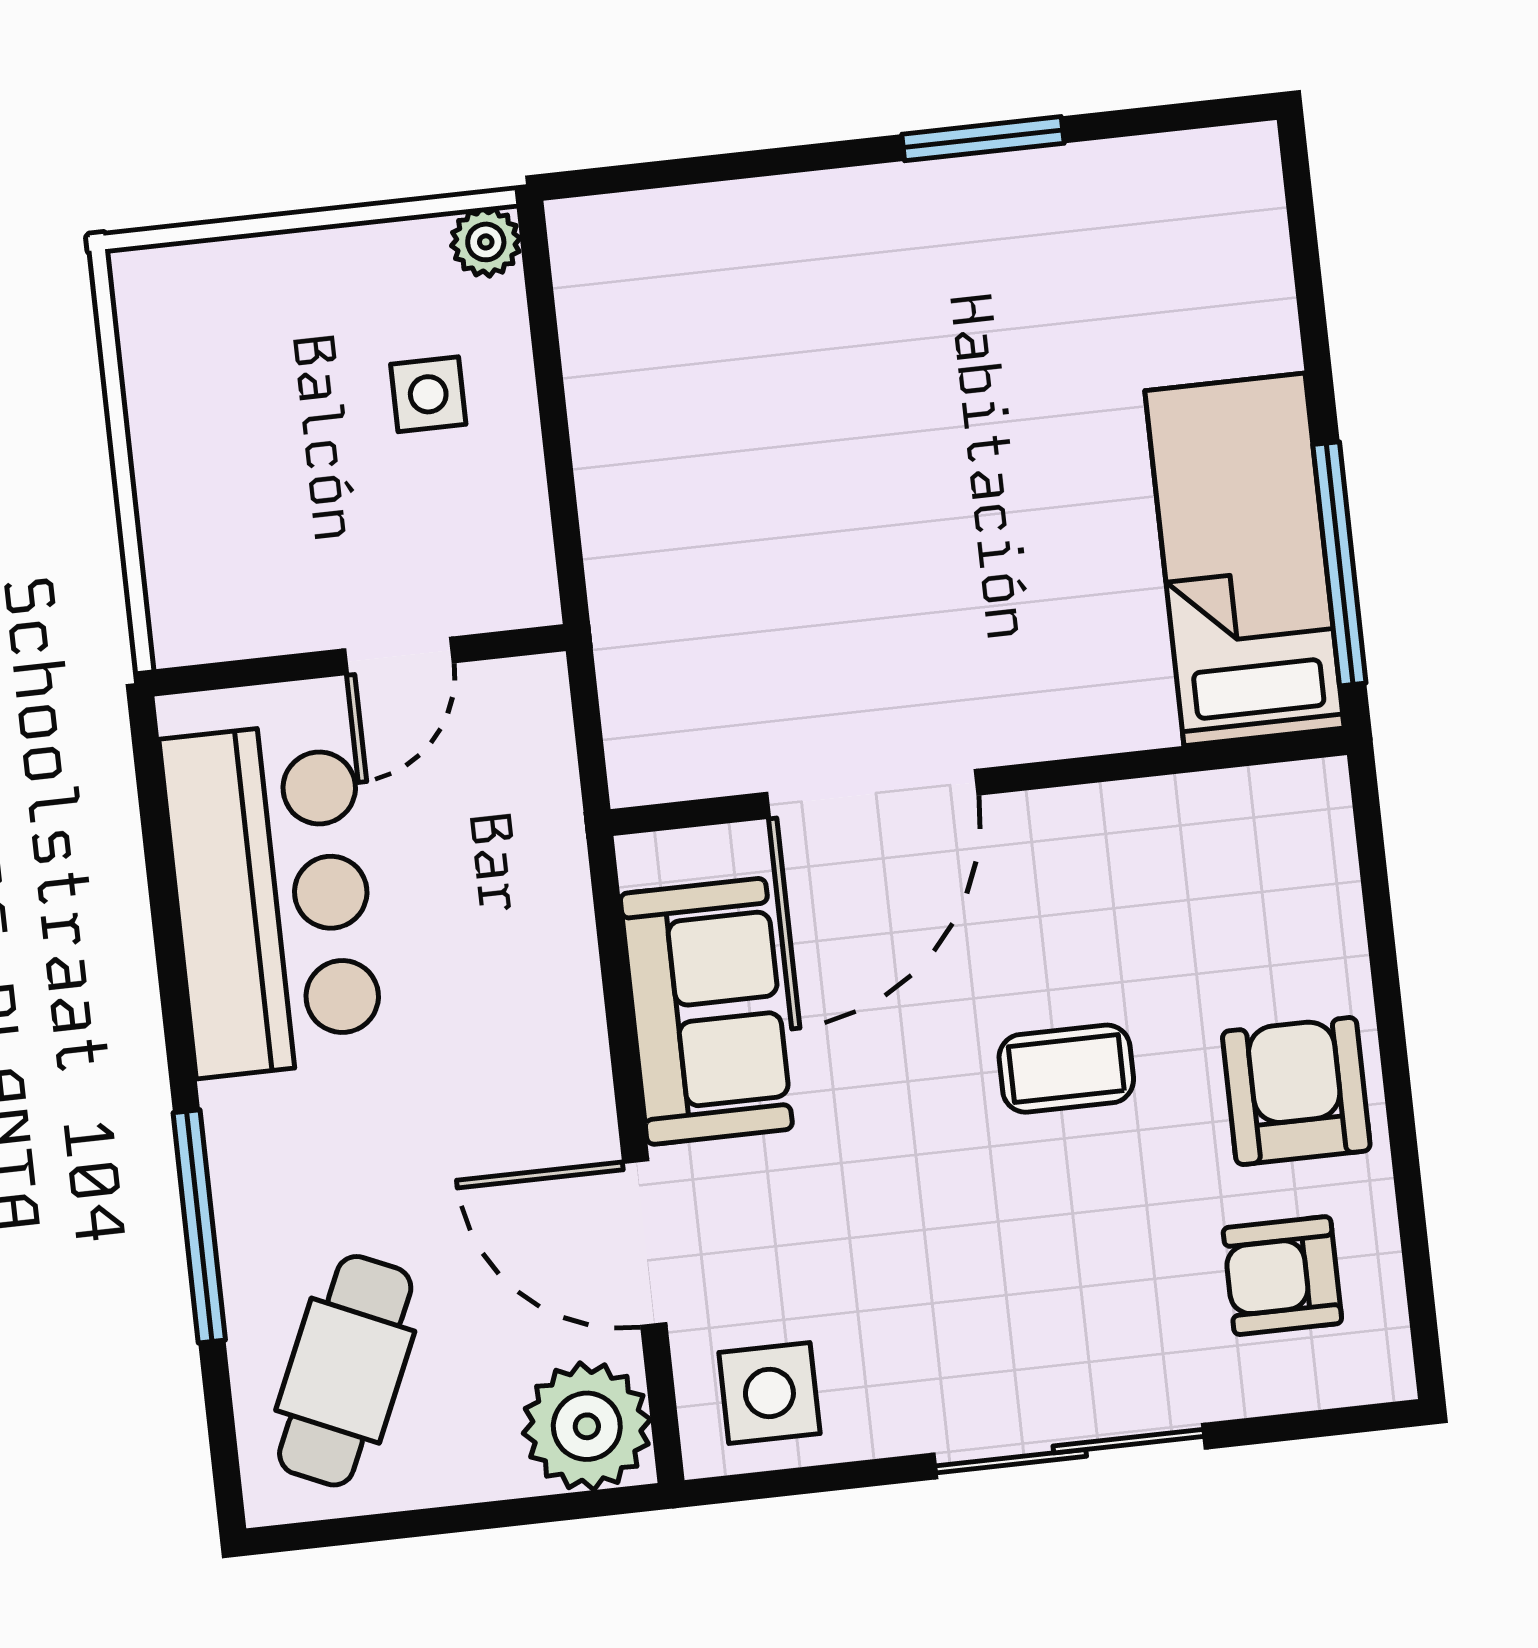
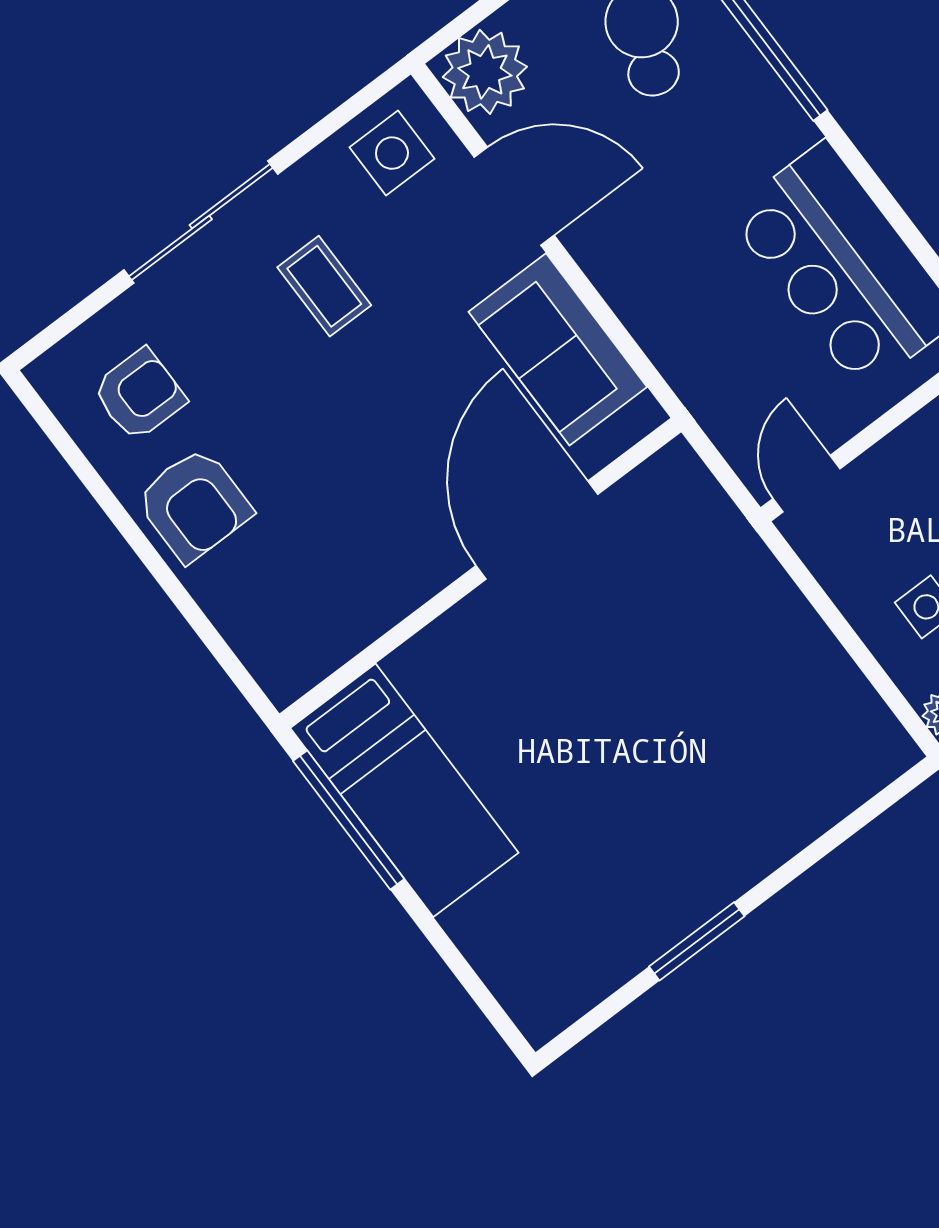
door: (399, 656) -> (807, 484), moved
coffee table: (1066, 1069) -> (324, 286), moved, turned 90

